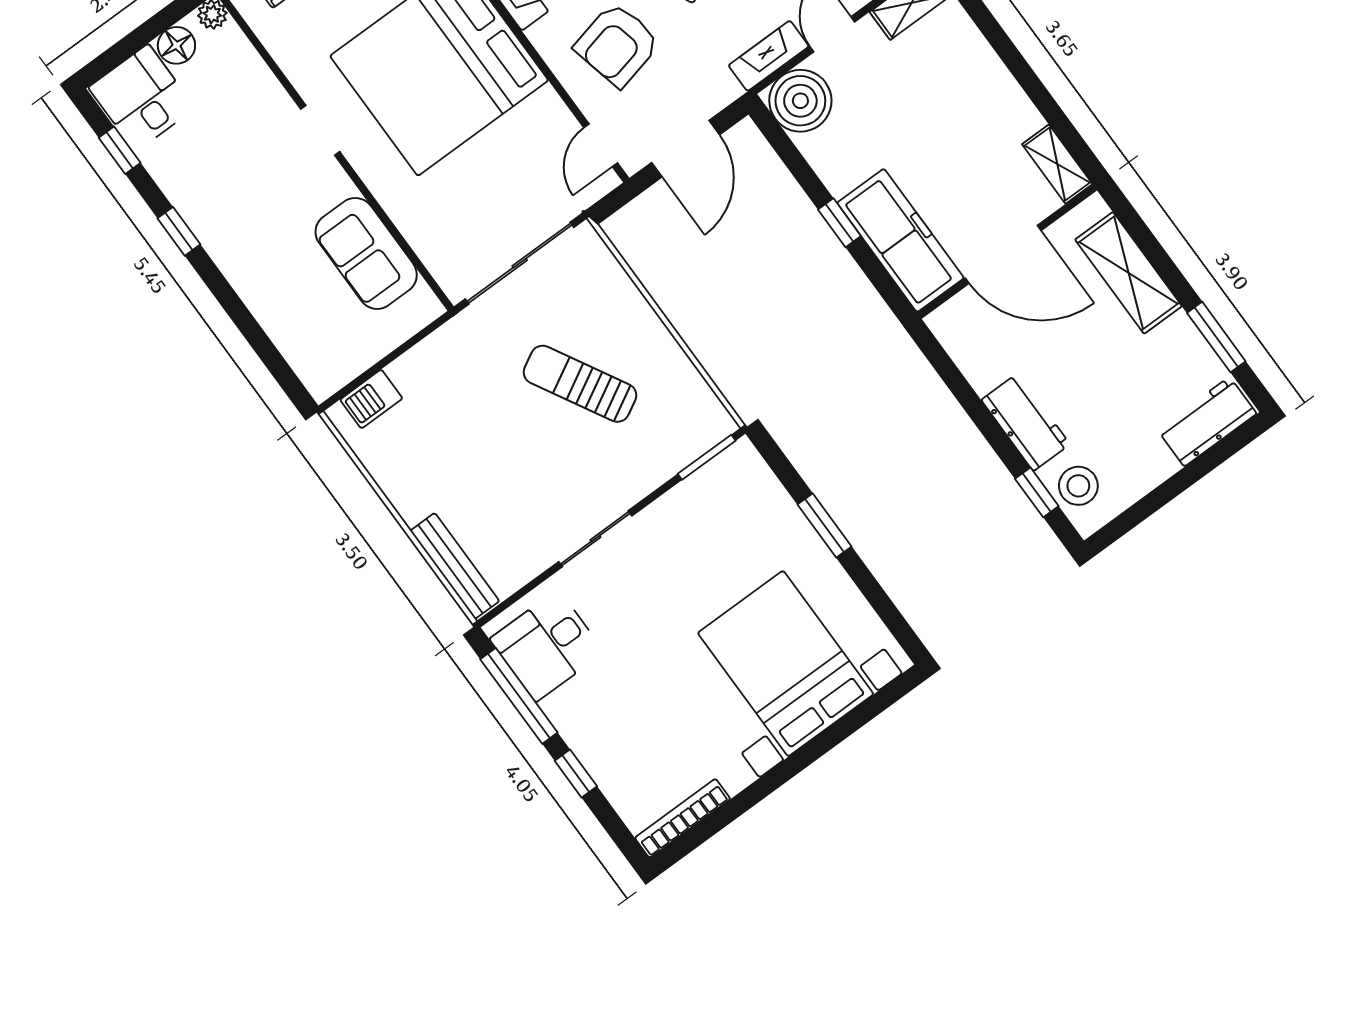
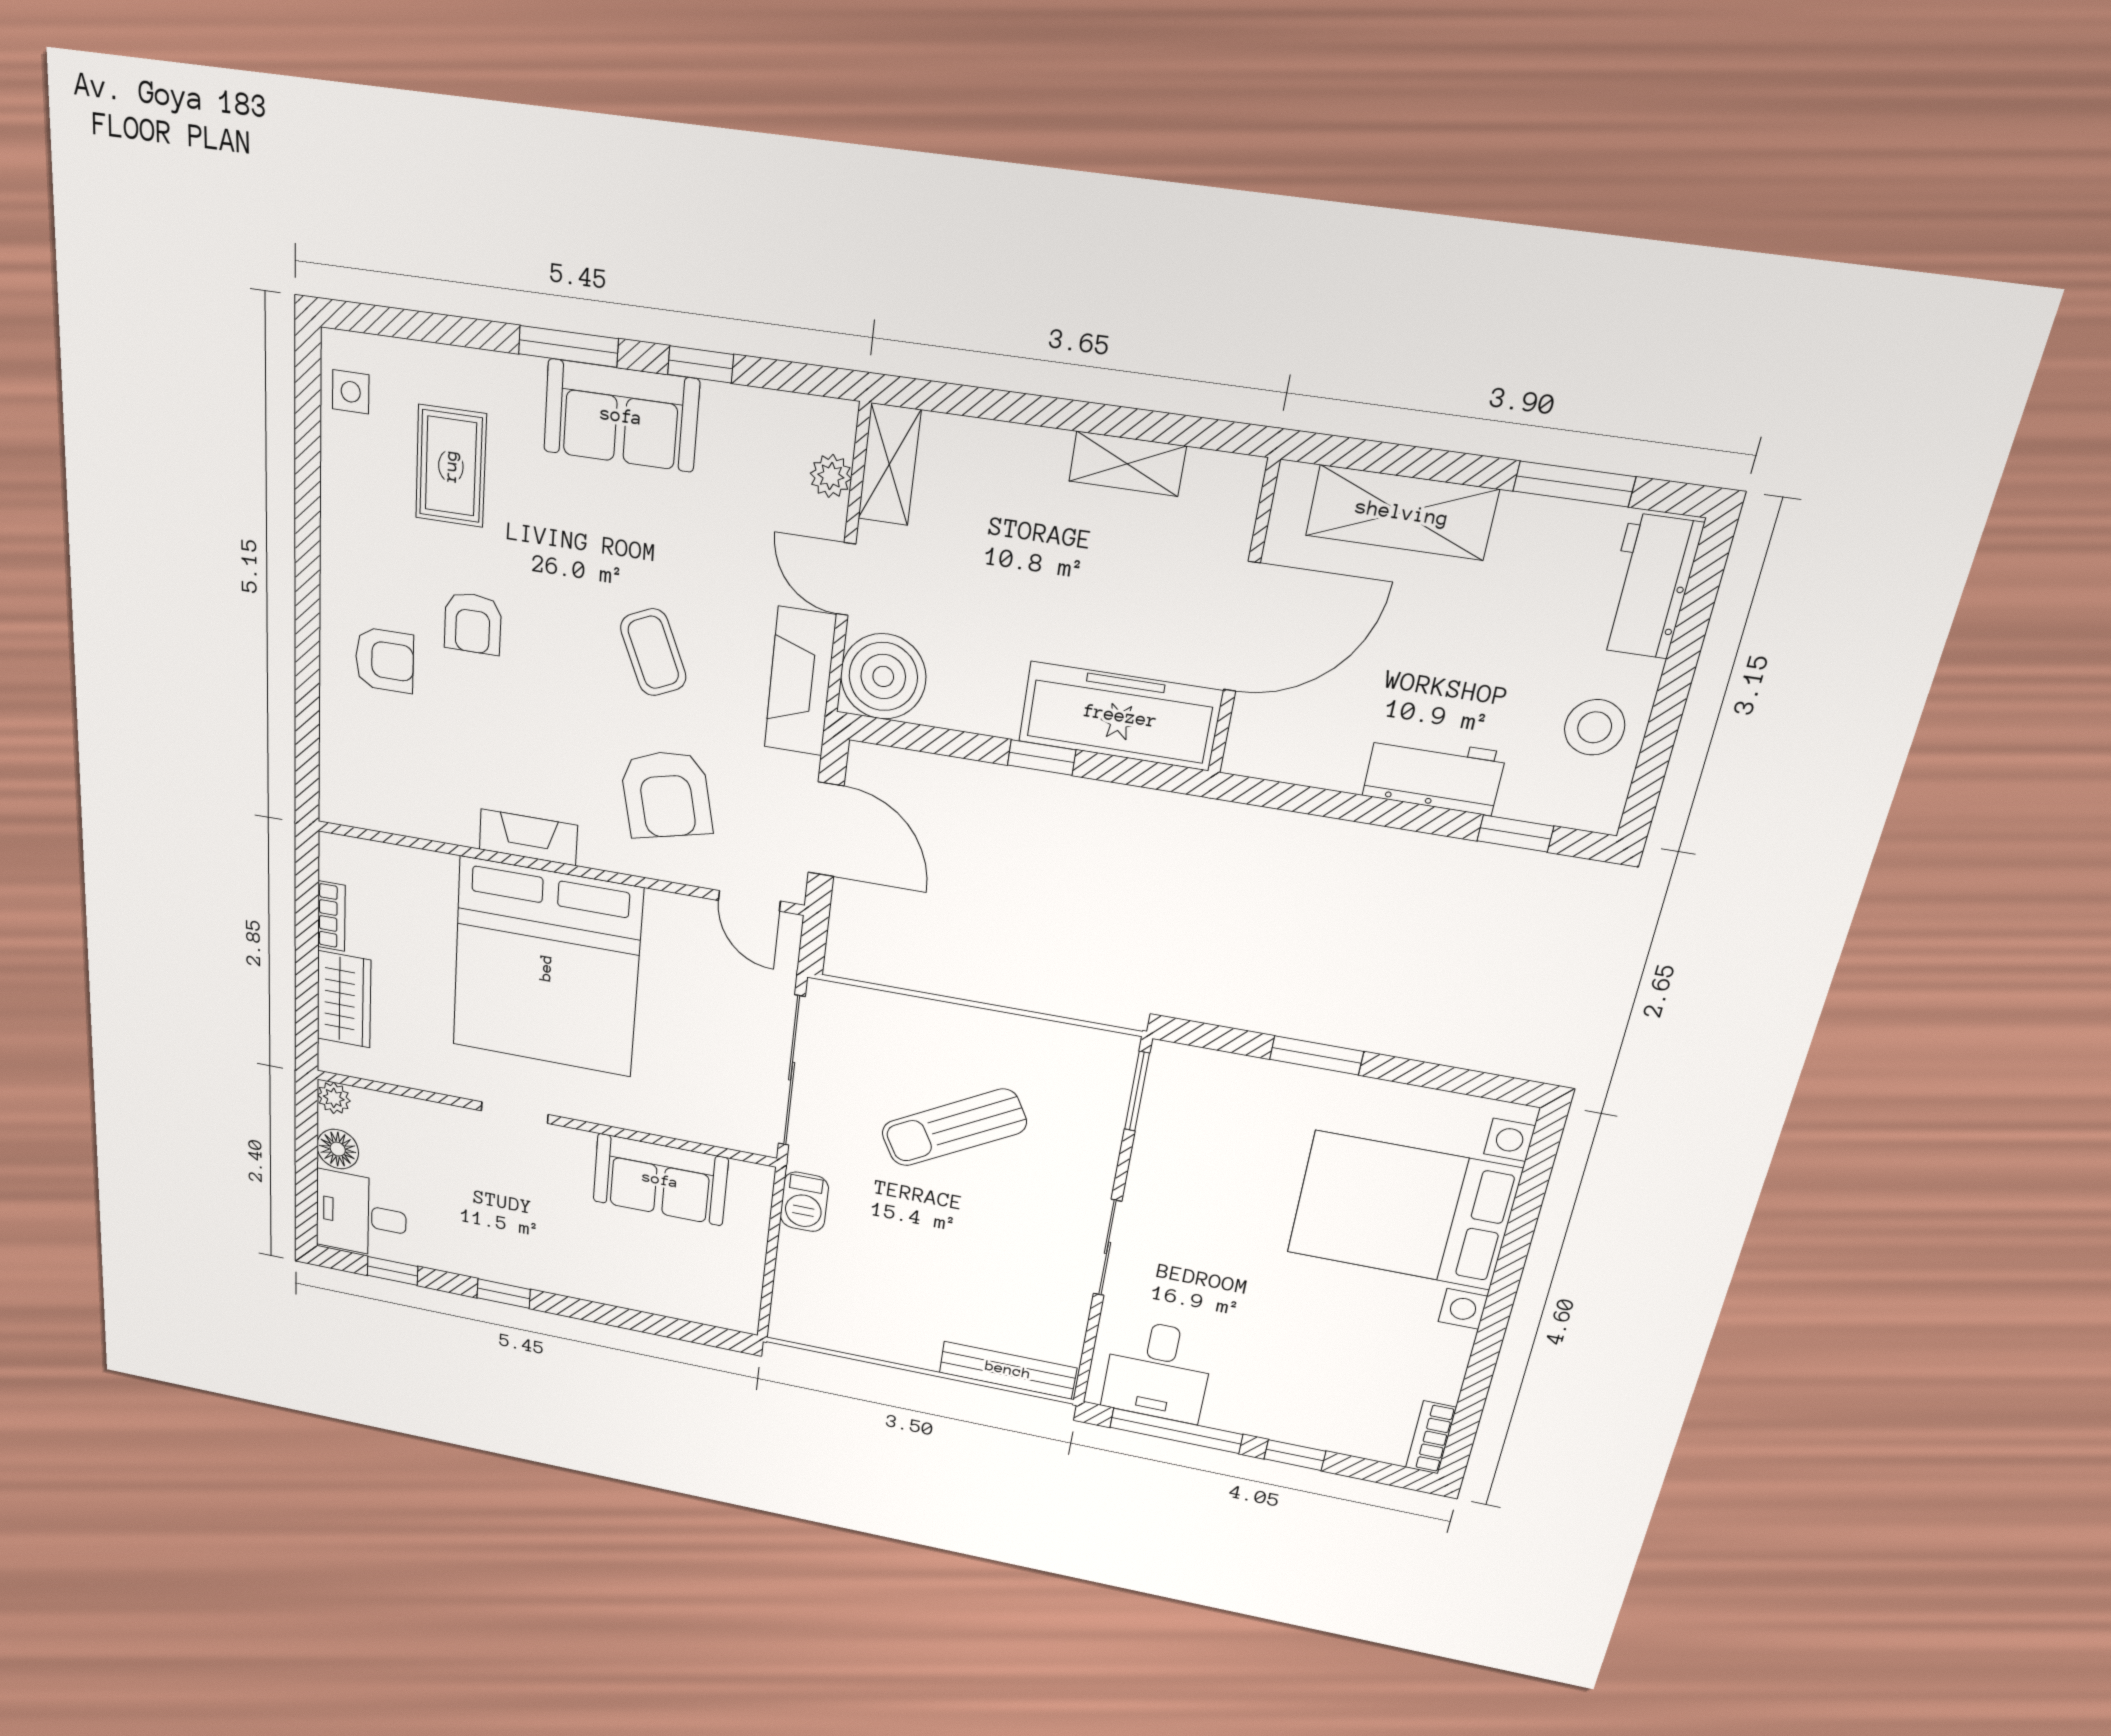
fireplace: (769, 56) -> (800, 682), width x1.37, depth x1.32
shelving: (1057, 164) -> (1127, 464), moved
barbecue: (371, 399) -> (804, 1202), moved
stool: (1078, 486) -> (1595, 727), moved
bookcase: (683, 818) -> (1431, 1438), width x0.64

